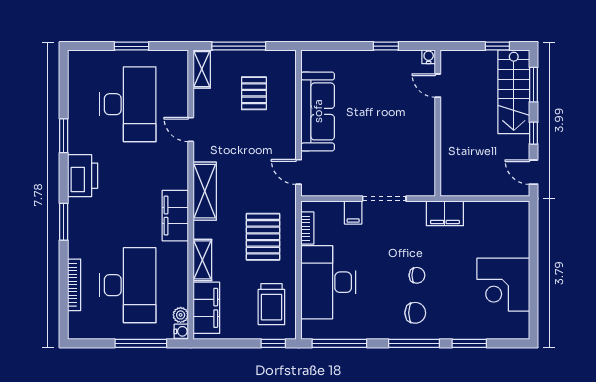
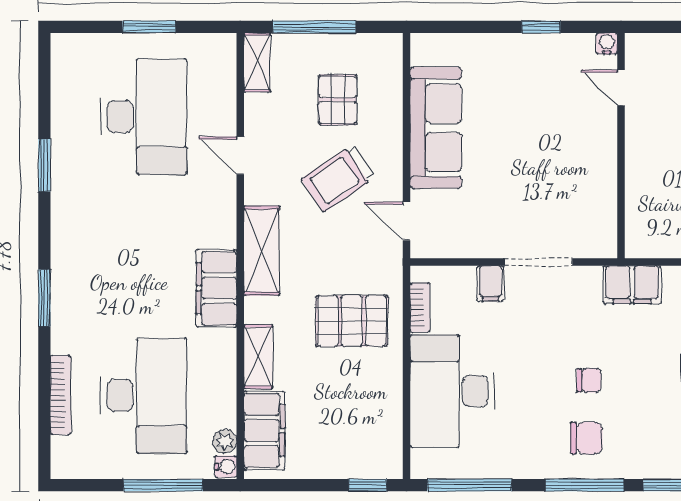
printer: (83, 176) -> (74, 227), removed
pallet: (263, 237) -> (352, 321), turned 90
trolley: (271, 304) -> (338, 178), moved, turned 56

